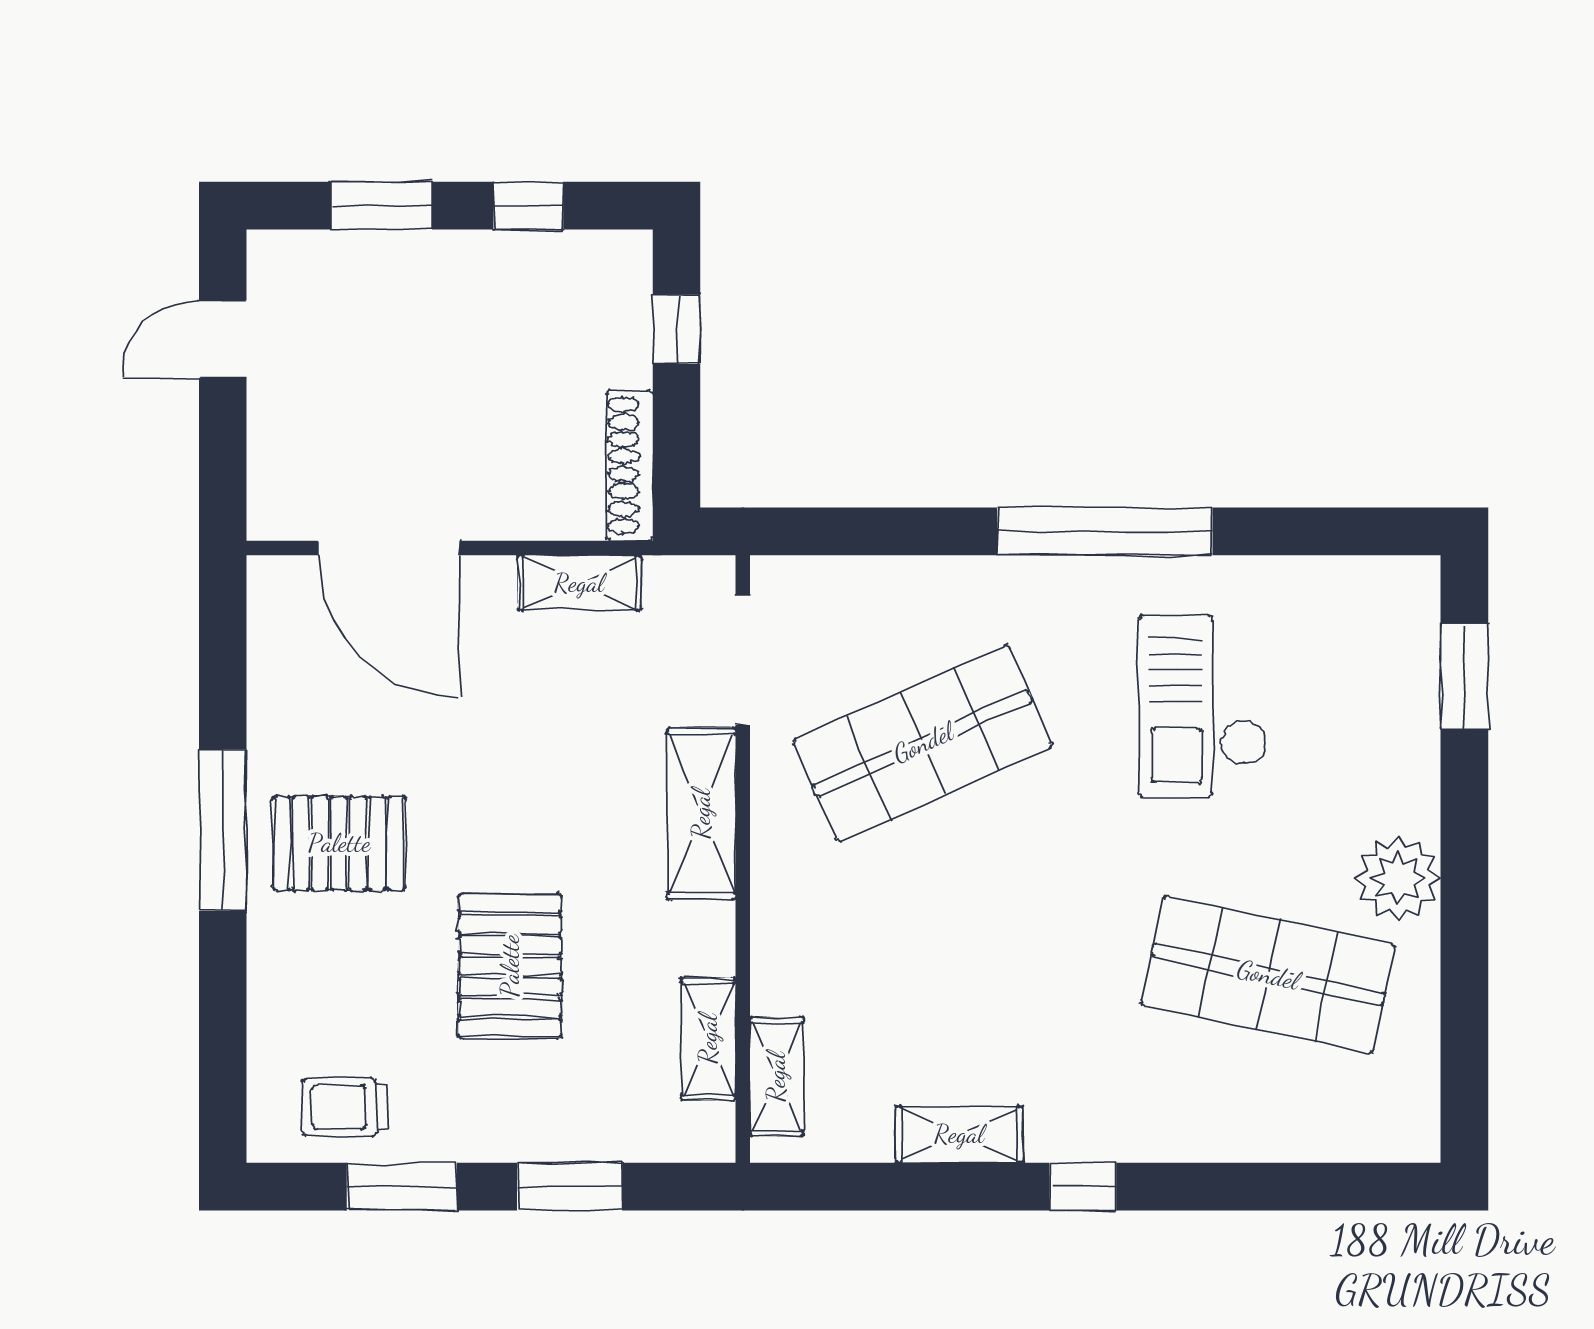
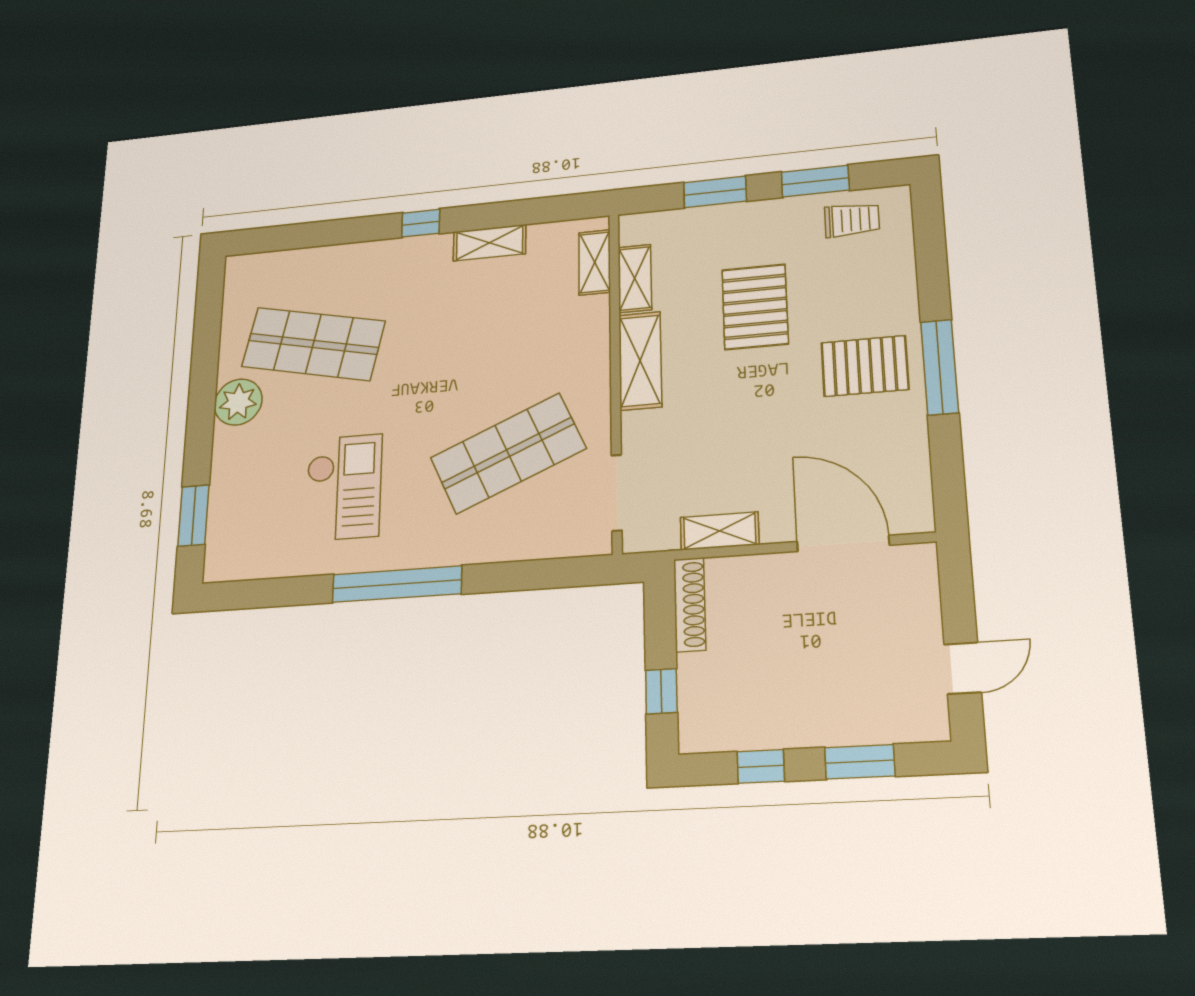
shelving: (701, 814) -> (640, 361), moved

